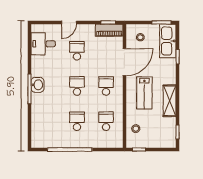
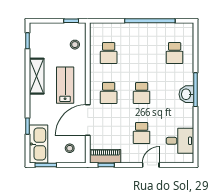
school desk: (77, 121) -> (175, 53), moved

